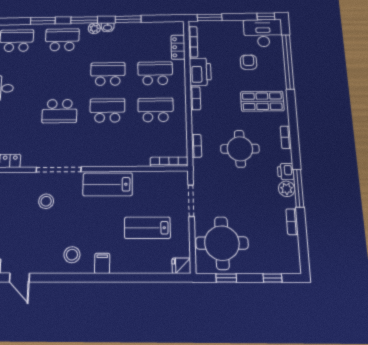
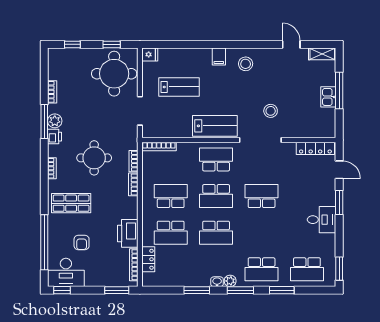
bookcase: (195, 98) -> (133, 184), moved
school desk: (156, 110) -> (171, 196), turned 180
school desk: (107, 148) -> (216, 159), added

